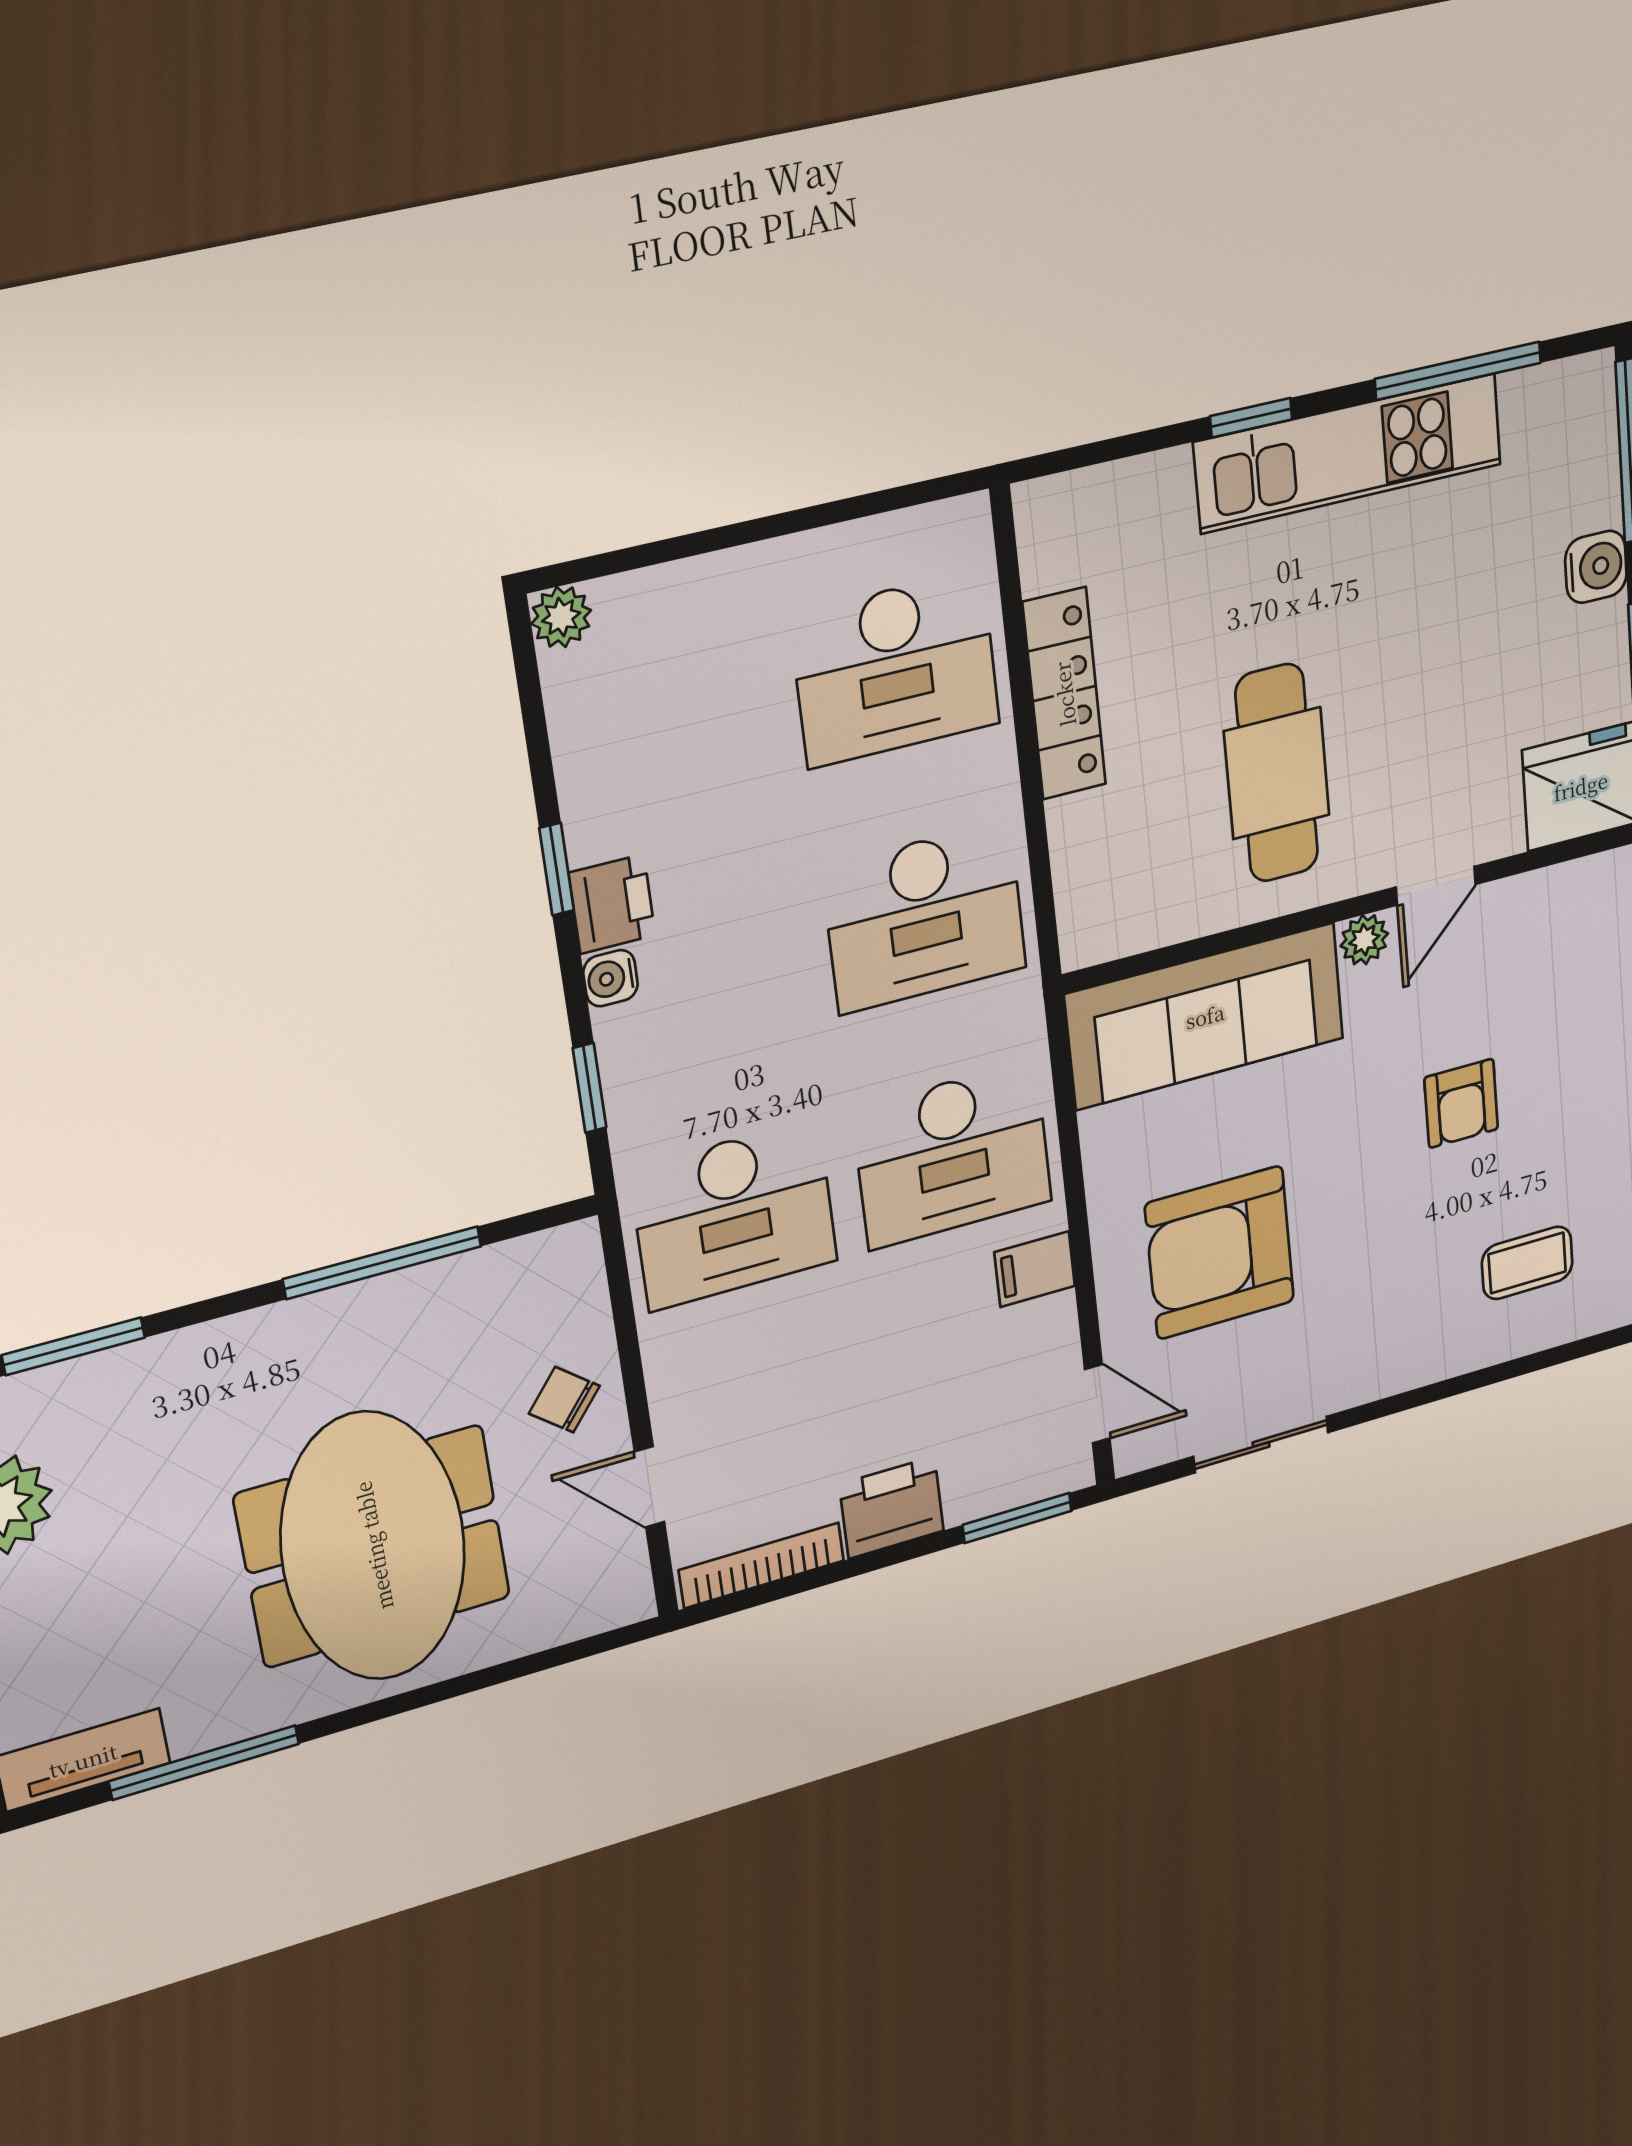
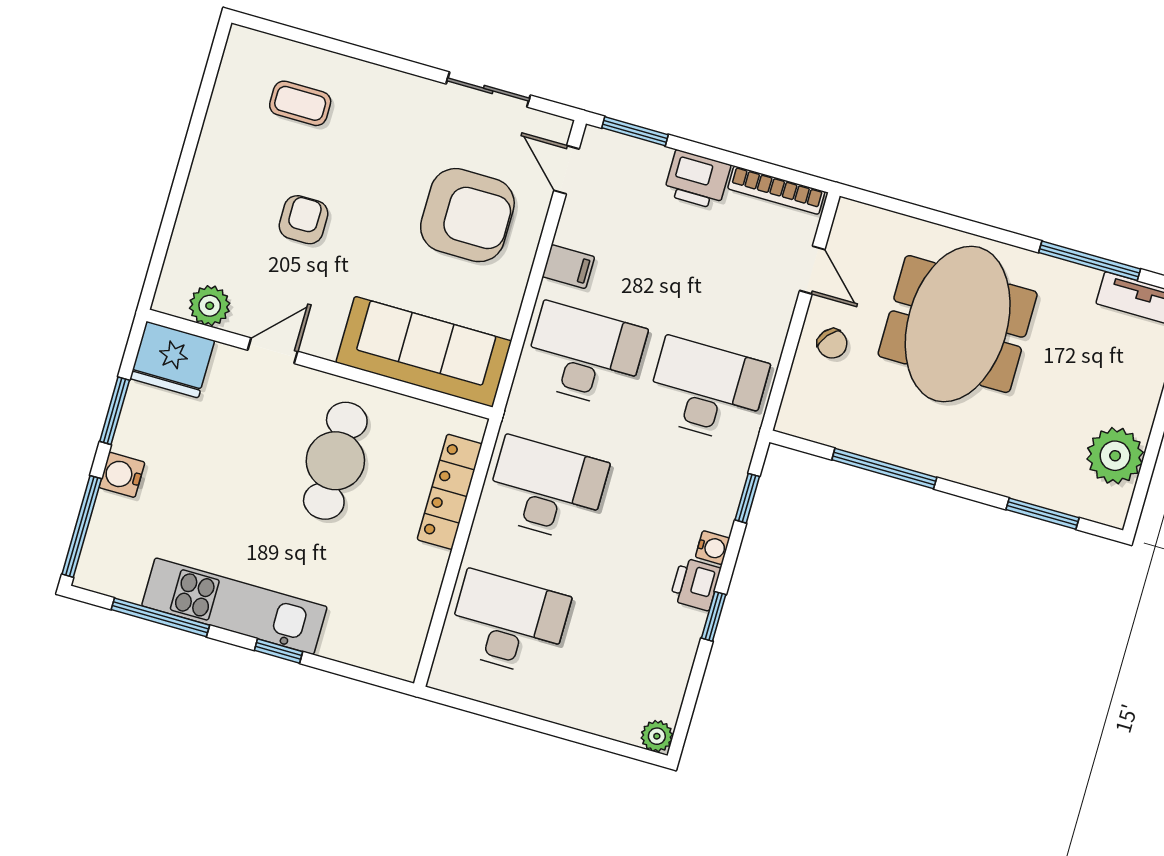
locker: (1064, 694) -> (450, 492), moved
plant: (1364, 940) -> (210, 306), moved, width x1.38, depth x1.38

